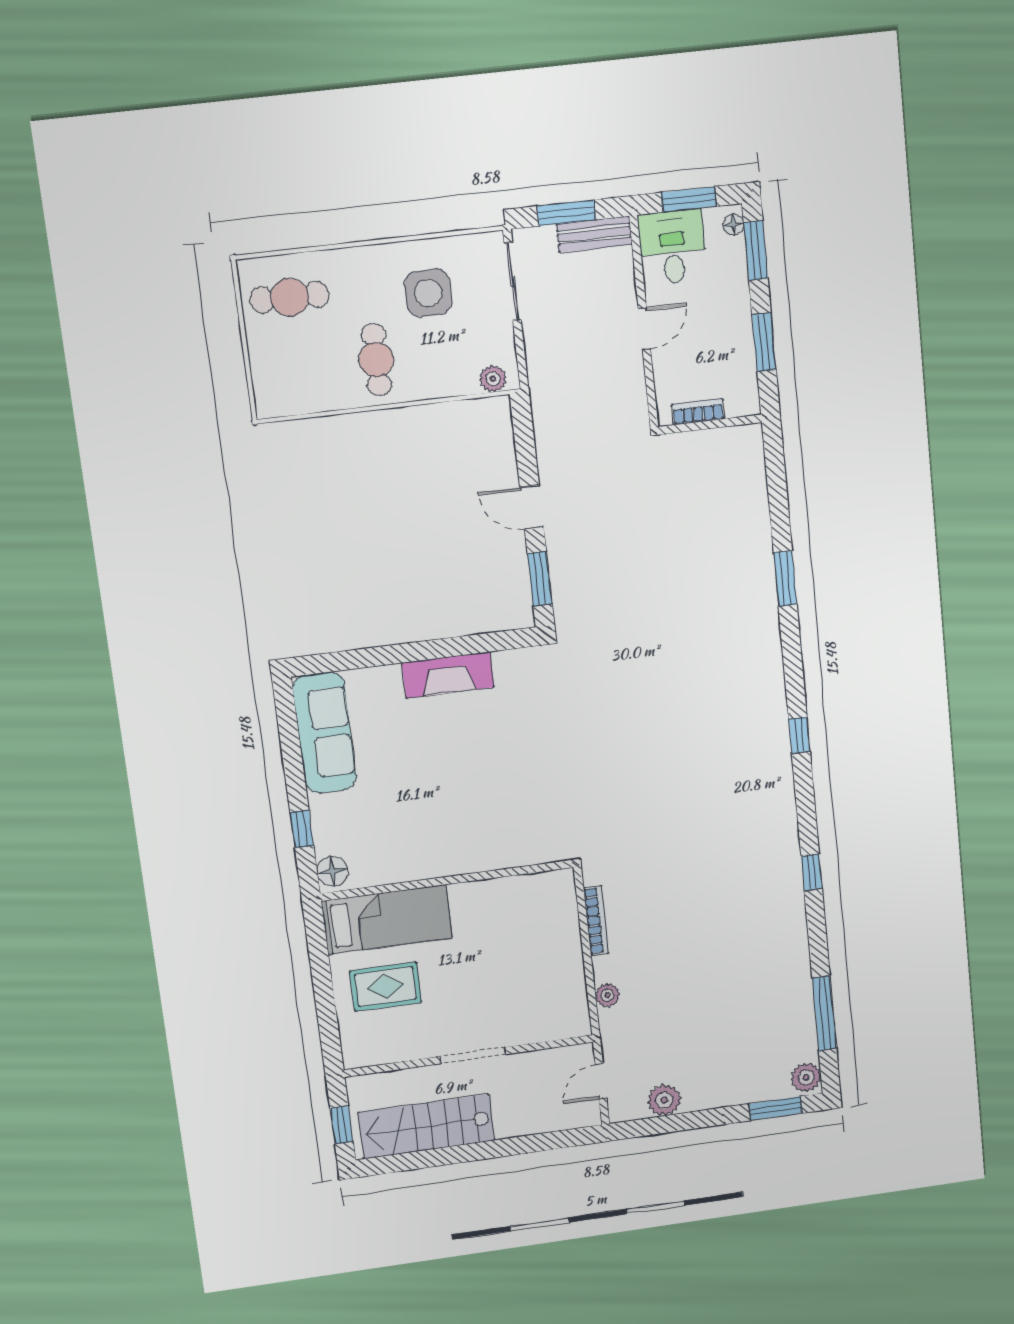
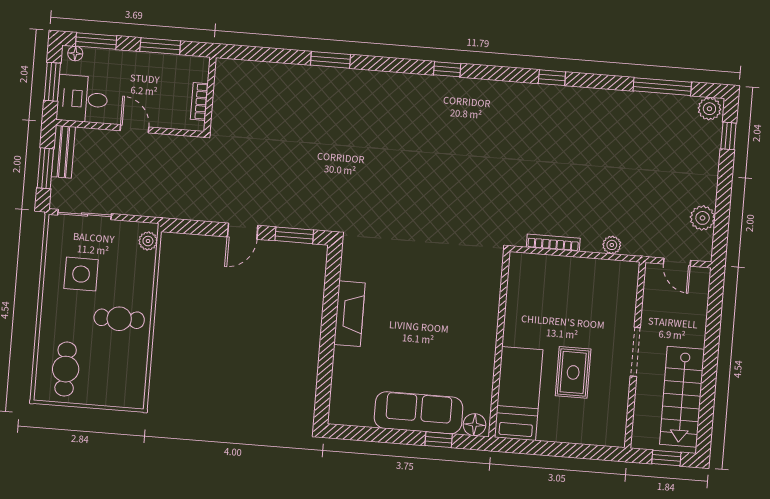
sofa: (325, 733) -> (419, 413), moved
rug: (386, 987) -> (573, 372), moved
window: (776, 1108) -> (728, 136), width x0.67

